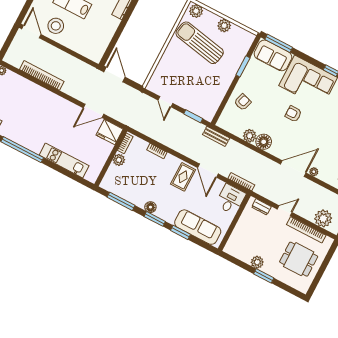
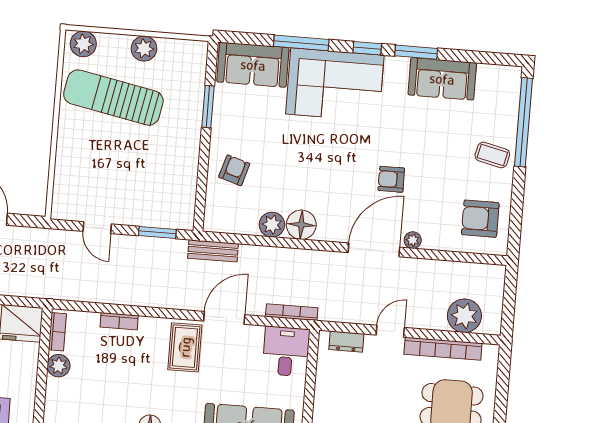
window: (279, 43) -> (301, 43), moved
armchair: (293, 114) -> (391, 179), moved
door: (208, 171) -> (224, 318), swing flipped

